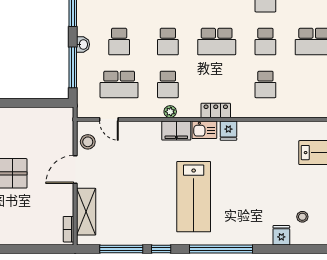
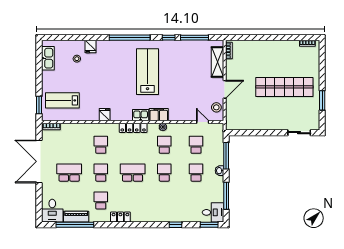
school desk: (119, 84) -> (196, 145), width x0.54
locker: (216, 110) -> (133, 128), width x1.53
fridge: (228, 131) -> (105, 115), moved

